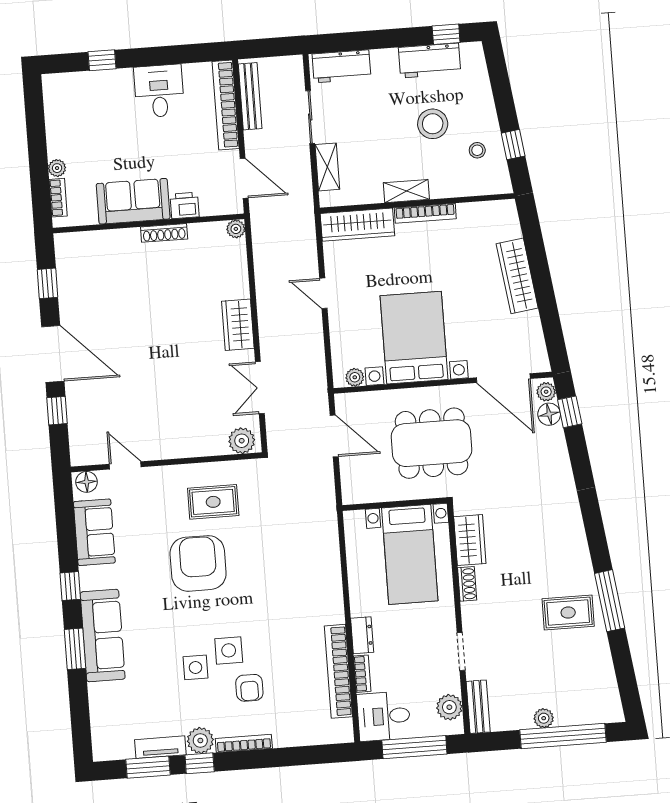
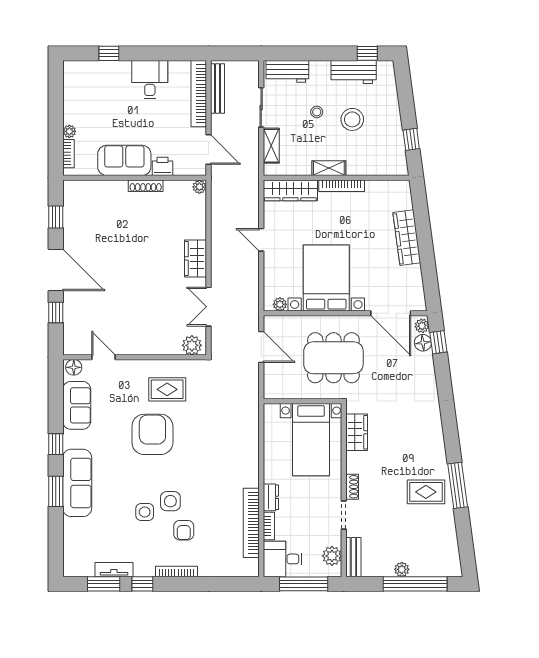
stool: (477, 150) -> (317, 112), moved
shoe rack: (467, 584) -> (352, 487), moved
plant: (200, 740) -> (144, 567), removed

